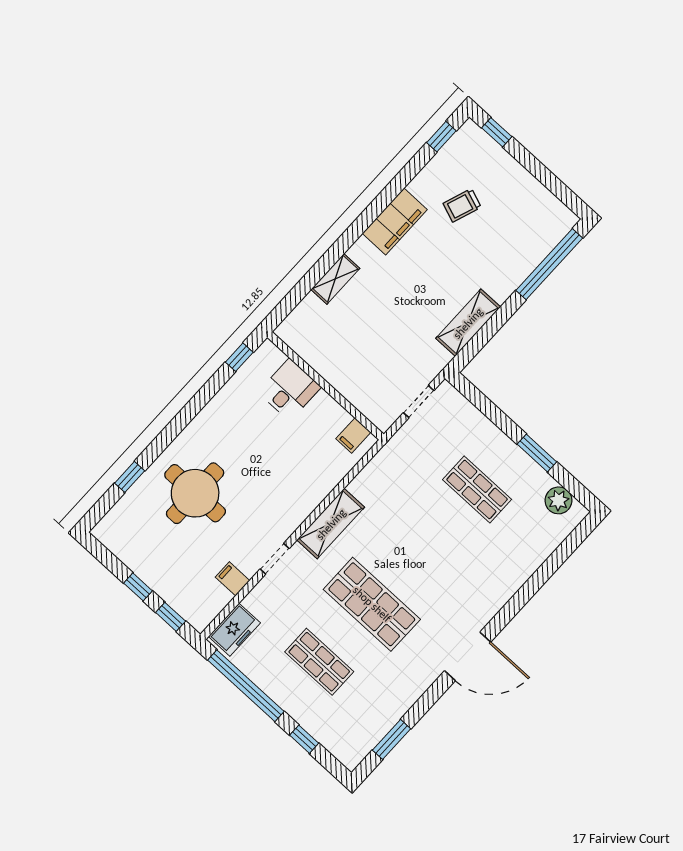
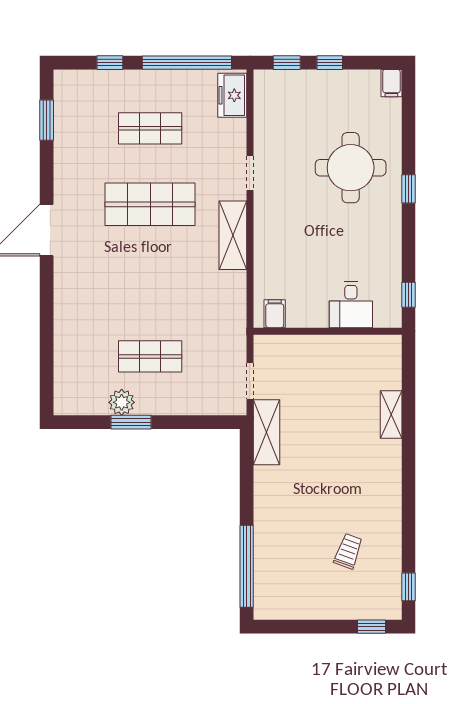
filing cabinet: (395, 221) -> (386, 495), removed
shelving: (468, 323) -> (267, 432), moved
window: (130, 477) -> (408, 189), moved
plant: (558, 500) -> (122, 402), moved
filing cabinet: (233, 579) -> (391, 83), moved, turned 90

